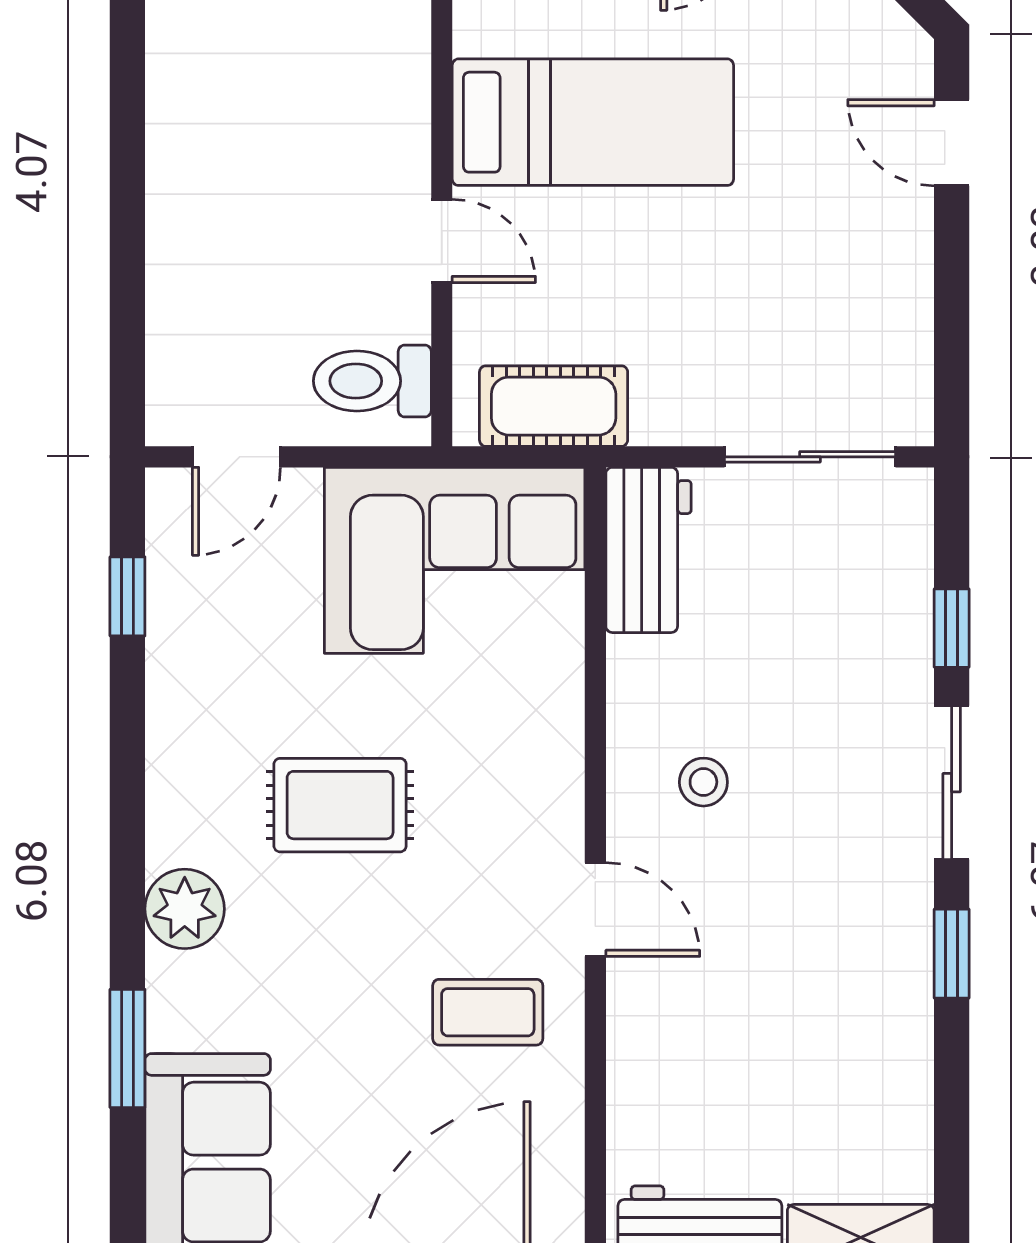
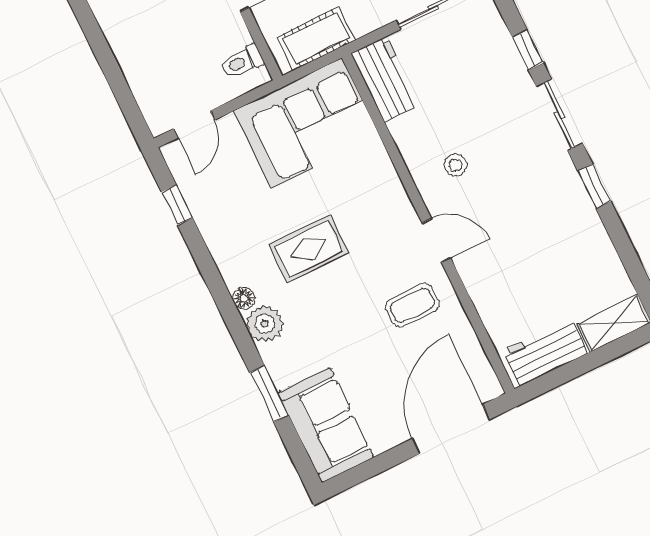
toilet: (372, 381) -> (242, 62), width x0.73, depth x0.72
floor lamp: (168, 840) -> (244, 298), added

